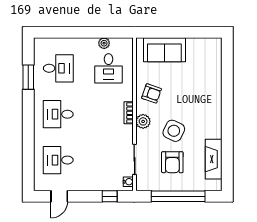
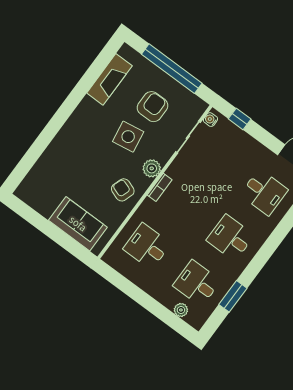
plant: (104, 43) -> (181, 310), moved
desk: (109, 68) -> (147, 246), turned -90
desk: (58, 114) -> (230, 238), turned 180
side table: (174, 131) -> (128, 137), turned -35

